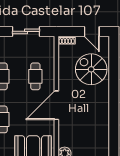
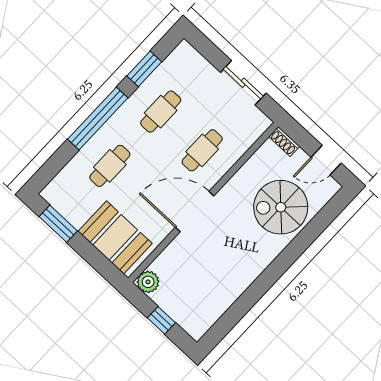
door: (92, 31) -> (326, 160), hinge flipped
spiral stairs: (91, 69) -> (281, 207), turned -90

